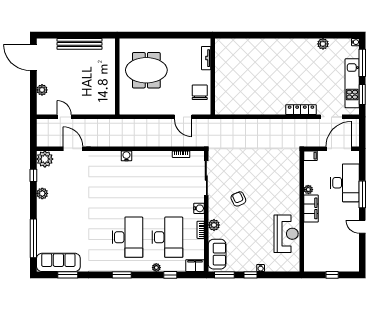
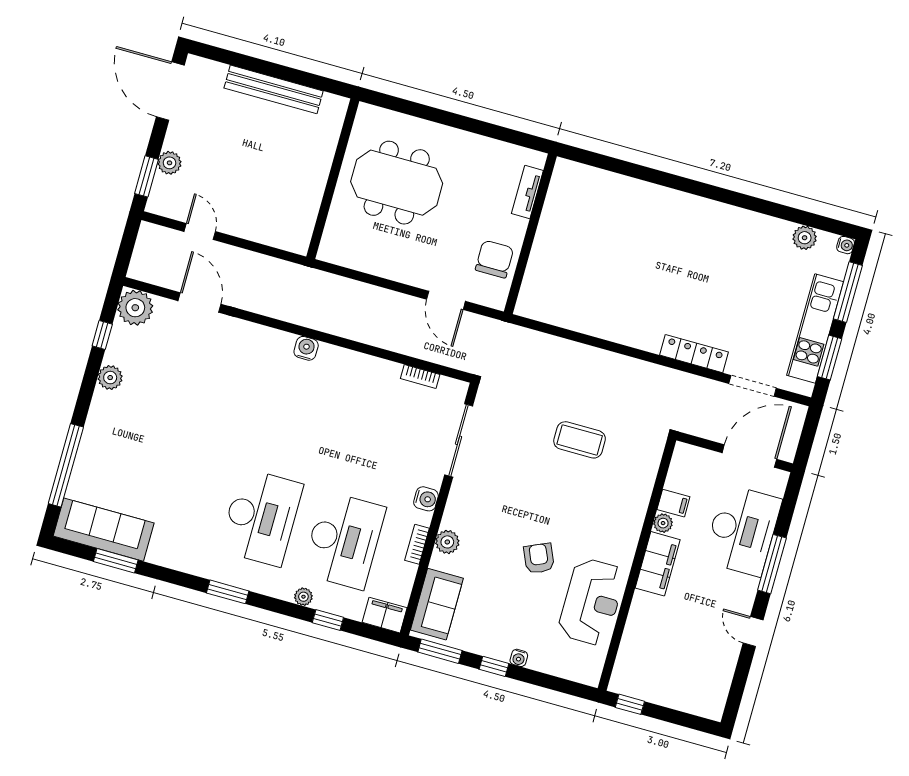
plant: (323, 44) -> (805, 238), moved
window: (33, 99) -> (146, 176), added
filing cabinet: (311, 156) -> (673, 503), moved
coffee table: (260, 163) -> (580, 440), added
armchair: (238, 199) -> (539, 558), moved
window: (332, 275) -> (630, 704), moved

